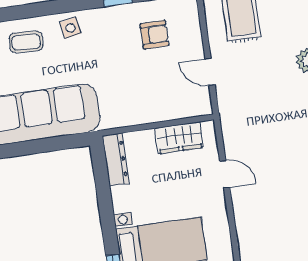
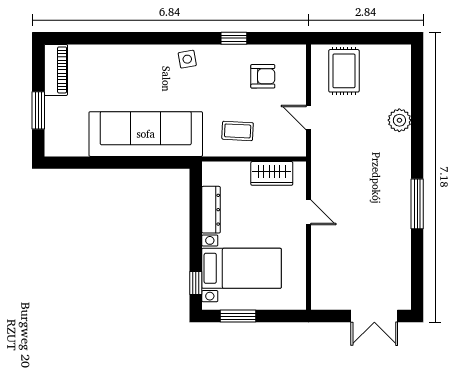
coffee table: (26, 42) -> (238, 131), moved
dresser: (116, 159) -> (211, 210), moved

